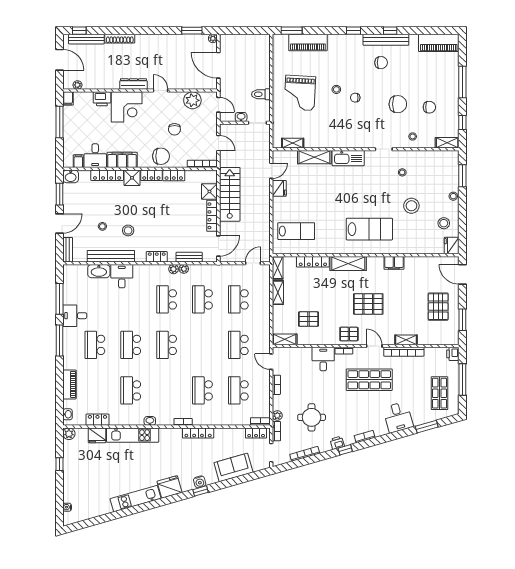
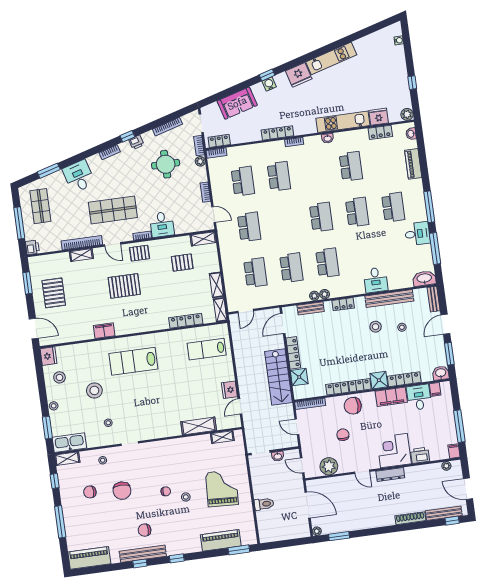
toilet: (261, 94) -> (264, 504), moved
chair: (398, 104) -> (122, 491), turned -90
kitchen sink: (348, 158) -> (69, 443), moved
shelving: (348, 263) -> (150, 324), removed
washbasin: (99, 271) -> (424, 278), moved

